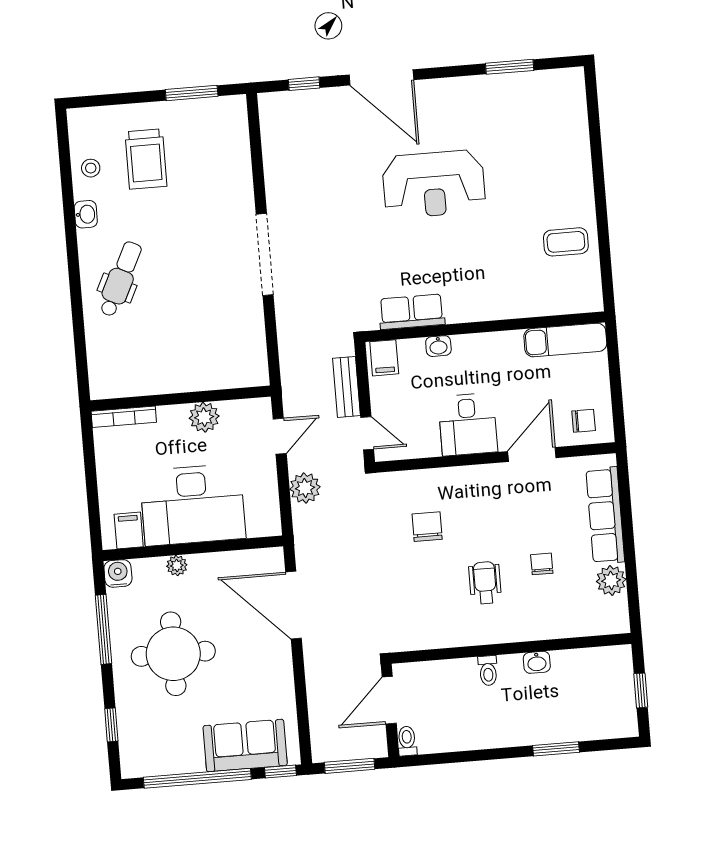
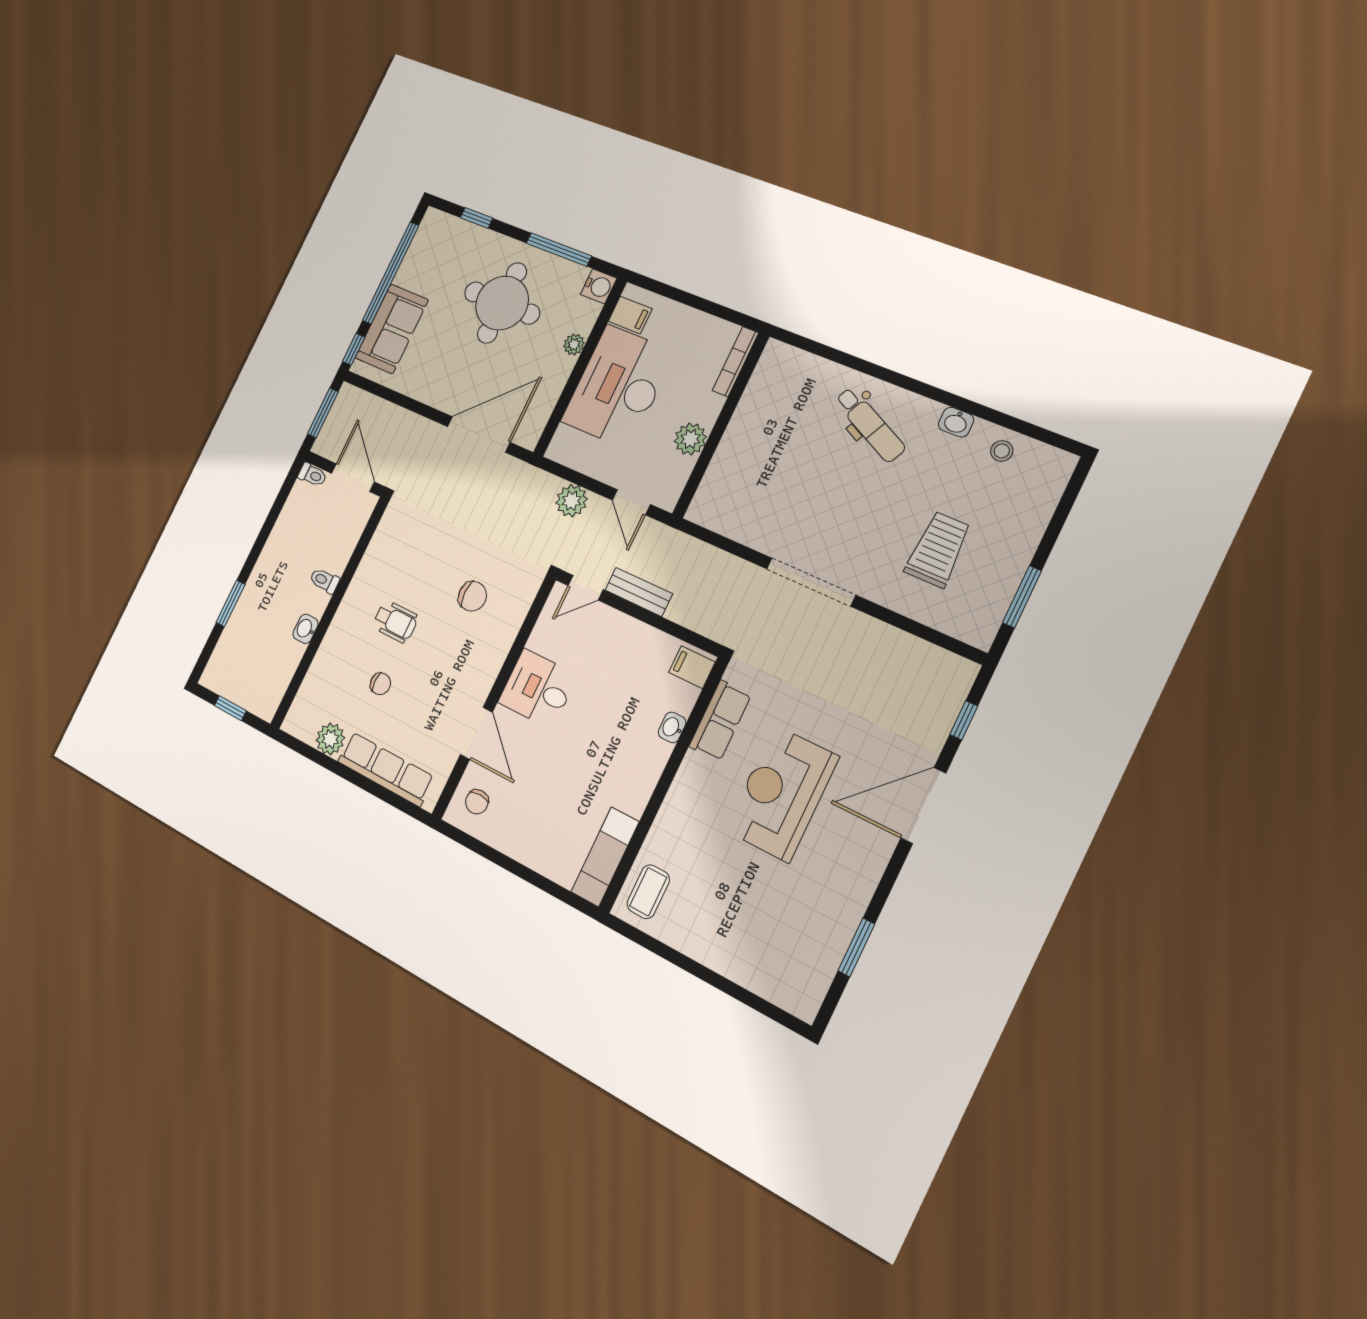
trolley: (146, 159) -> (938, 549), moved, turned 90
row of seats: (412, 312) -> (720, 721), moved
wall: (485, 327) -> (664, 785), moved
exam couch: (565, 340) -> (605, 857), moved
washbasin: (438, 346) -> (672, 727), moved
filing cabinet: (384, 358) -> (692, 667), moved

